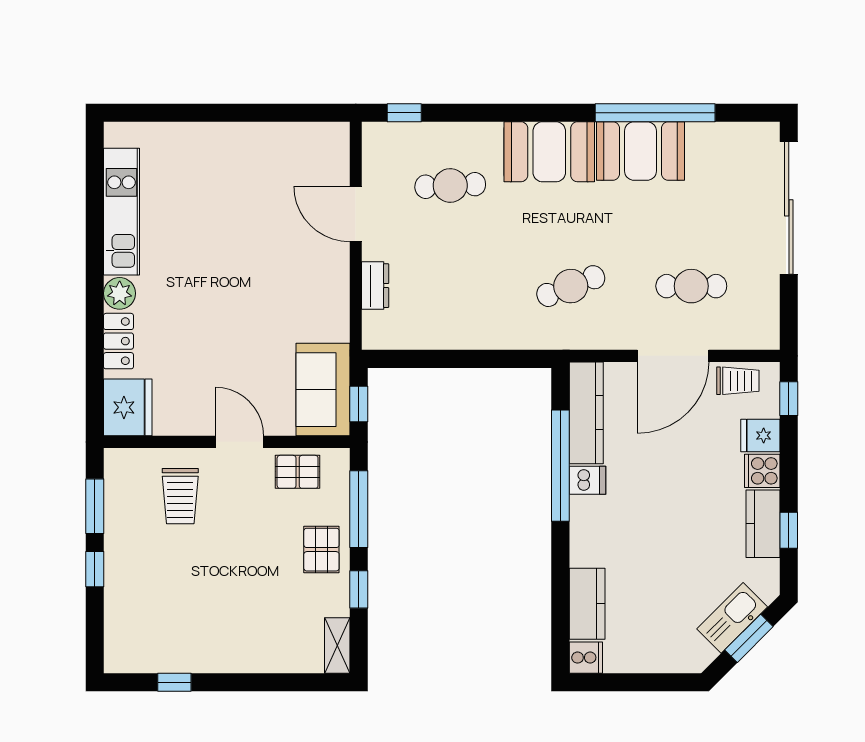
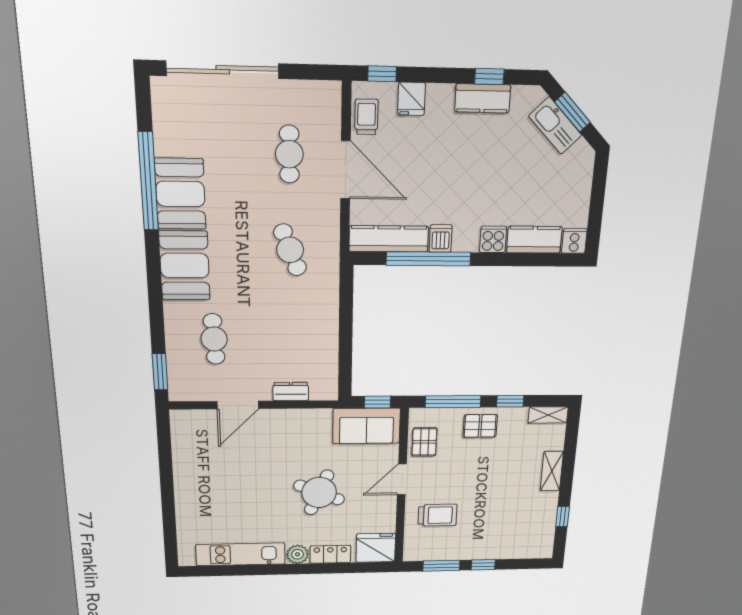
window: (404, 113) -> (160, 372), width x1.50
round table: (220, 324) -> (319, 492), added
cooker: (762, 471) -> (493, 239), moved, turned 180
shelving: (249, 659) -> (552, 471), added

